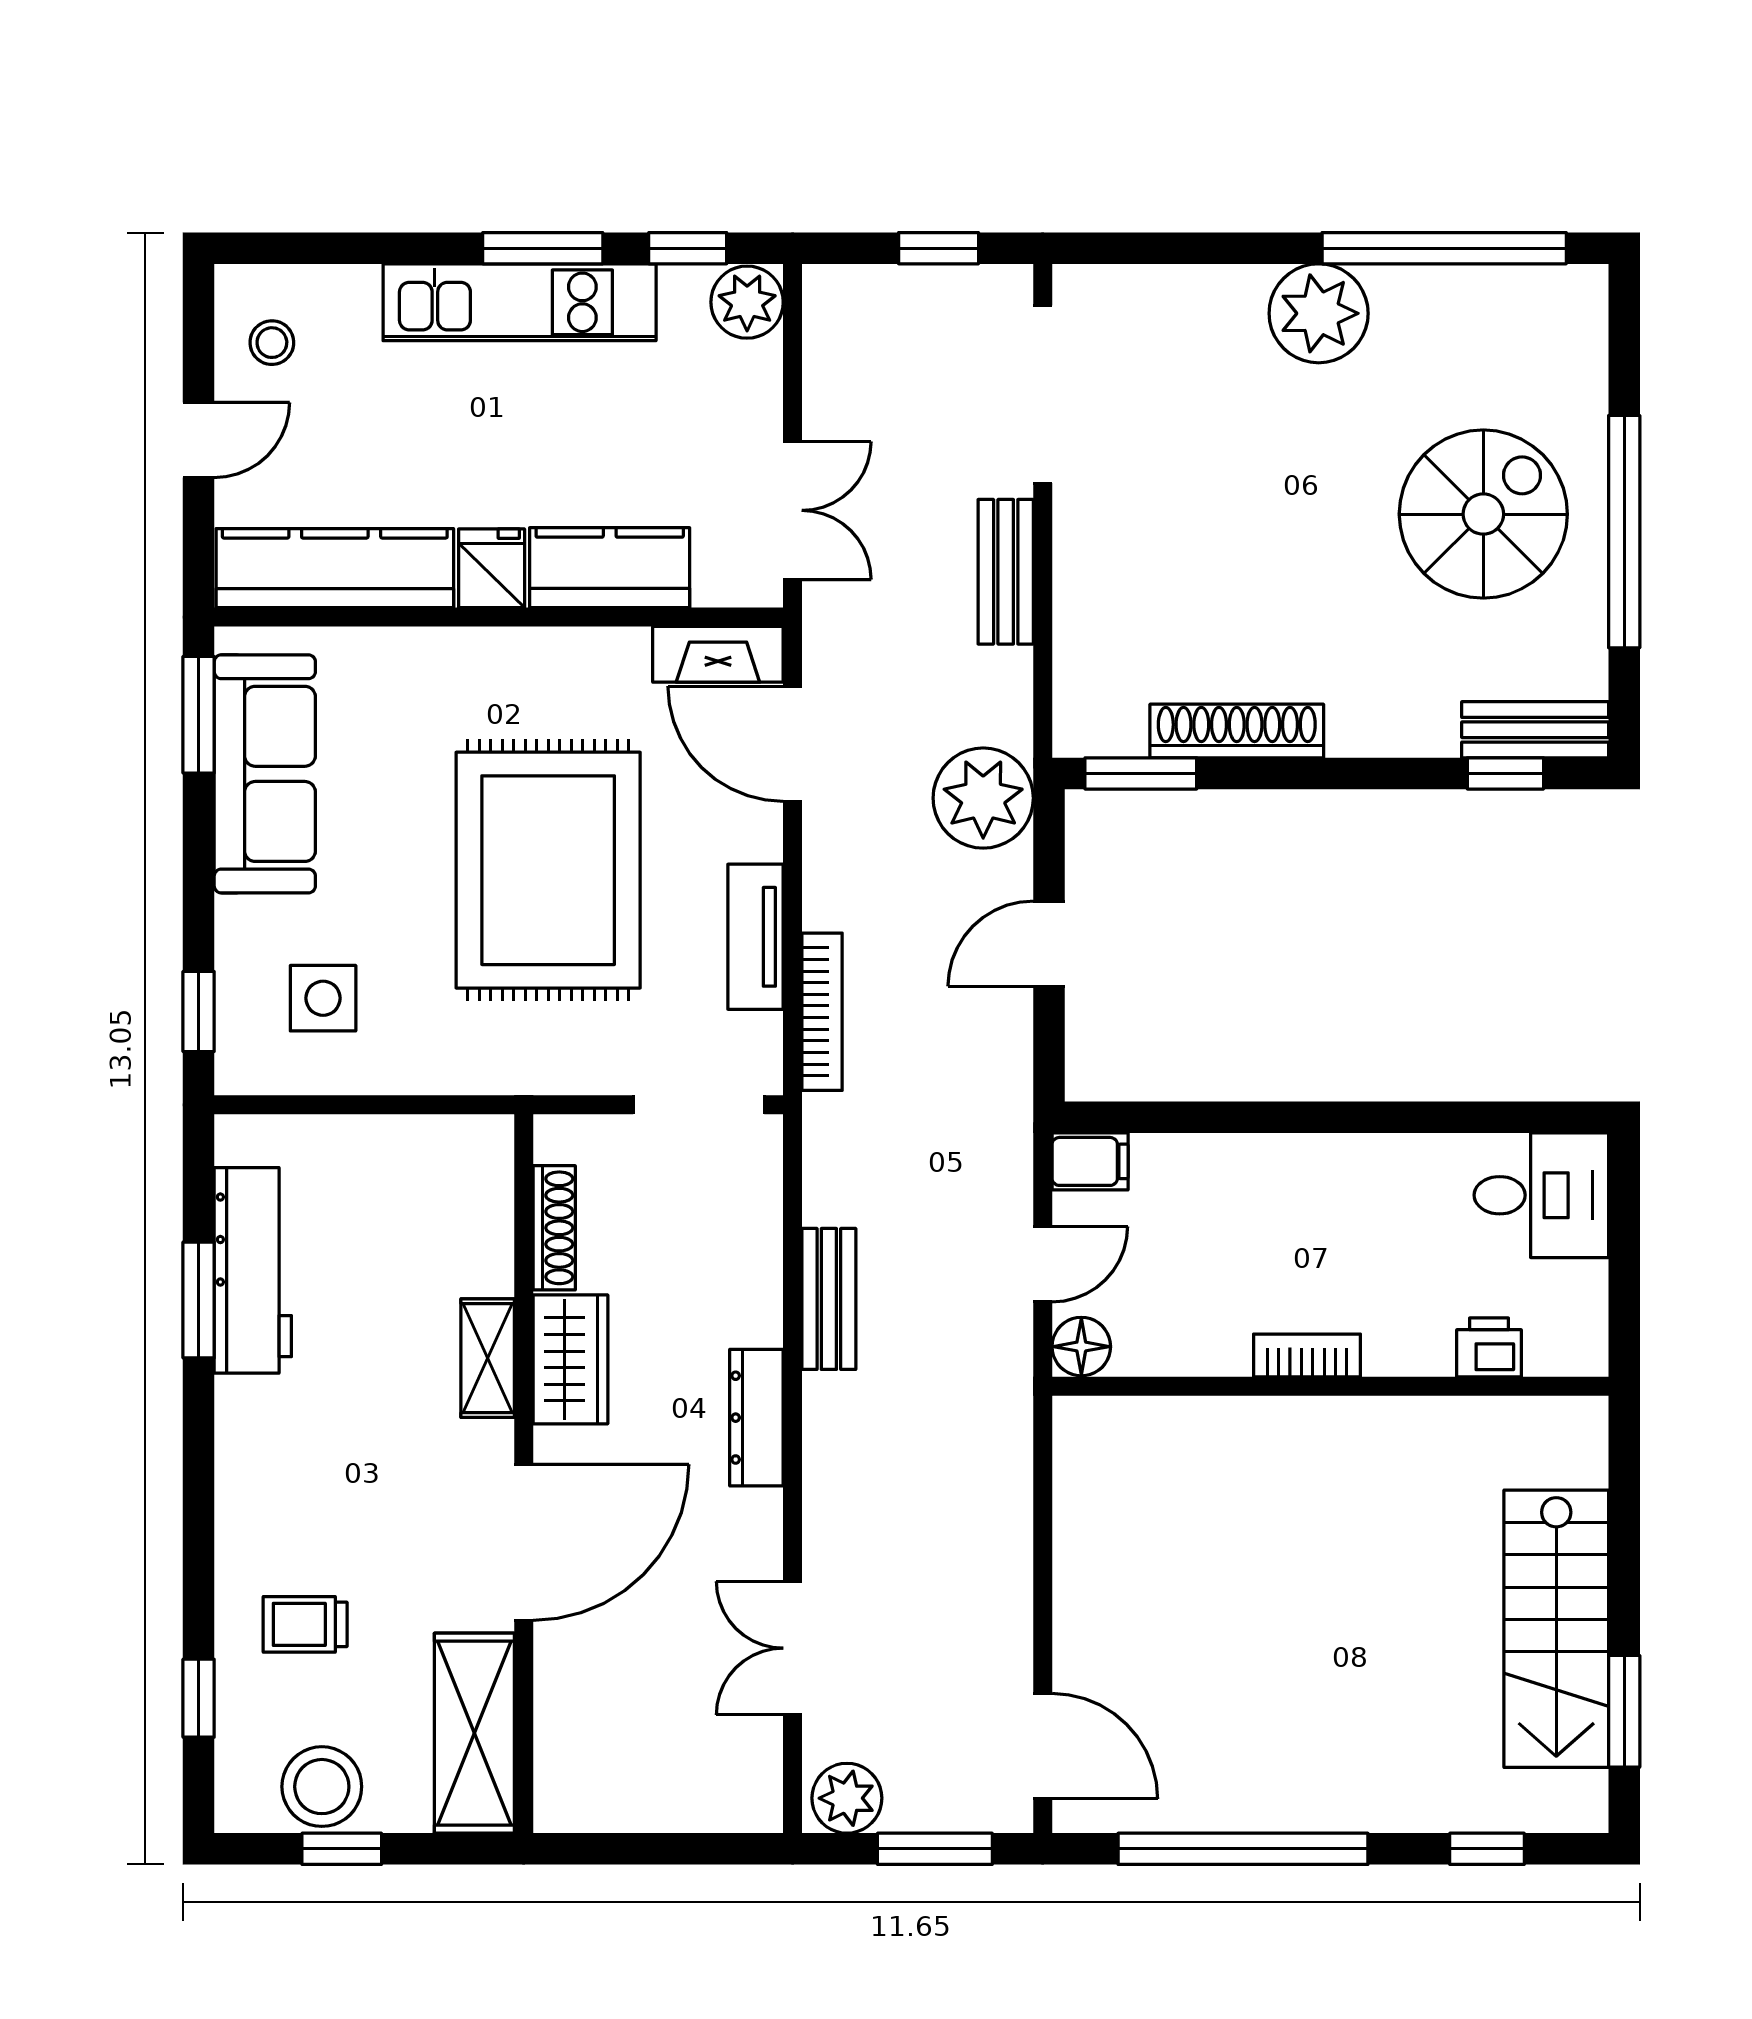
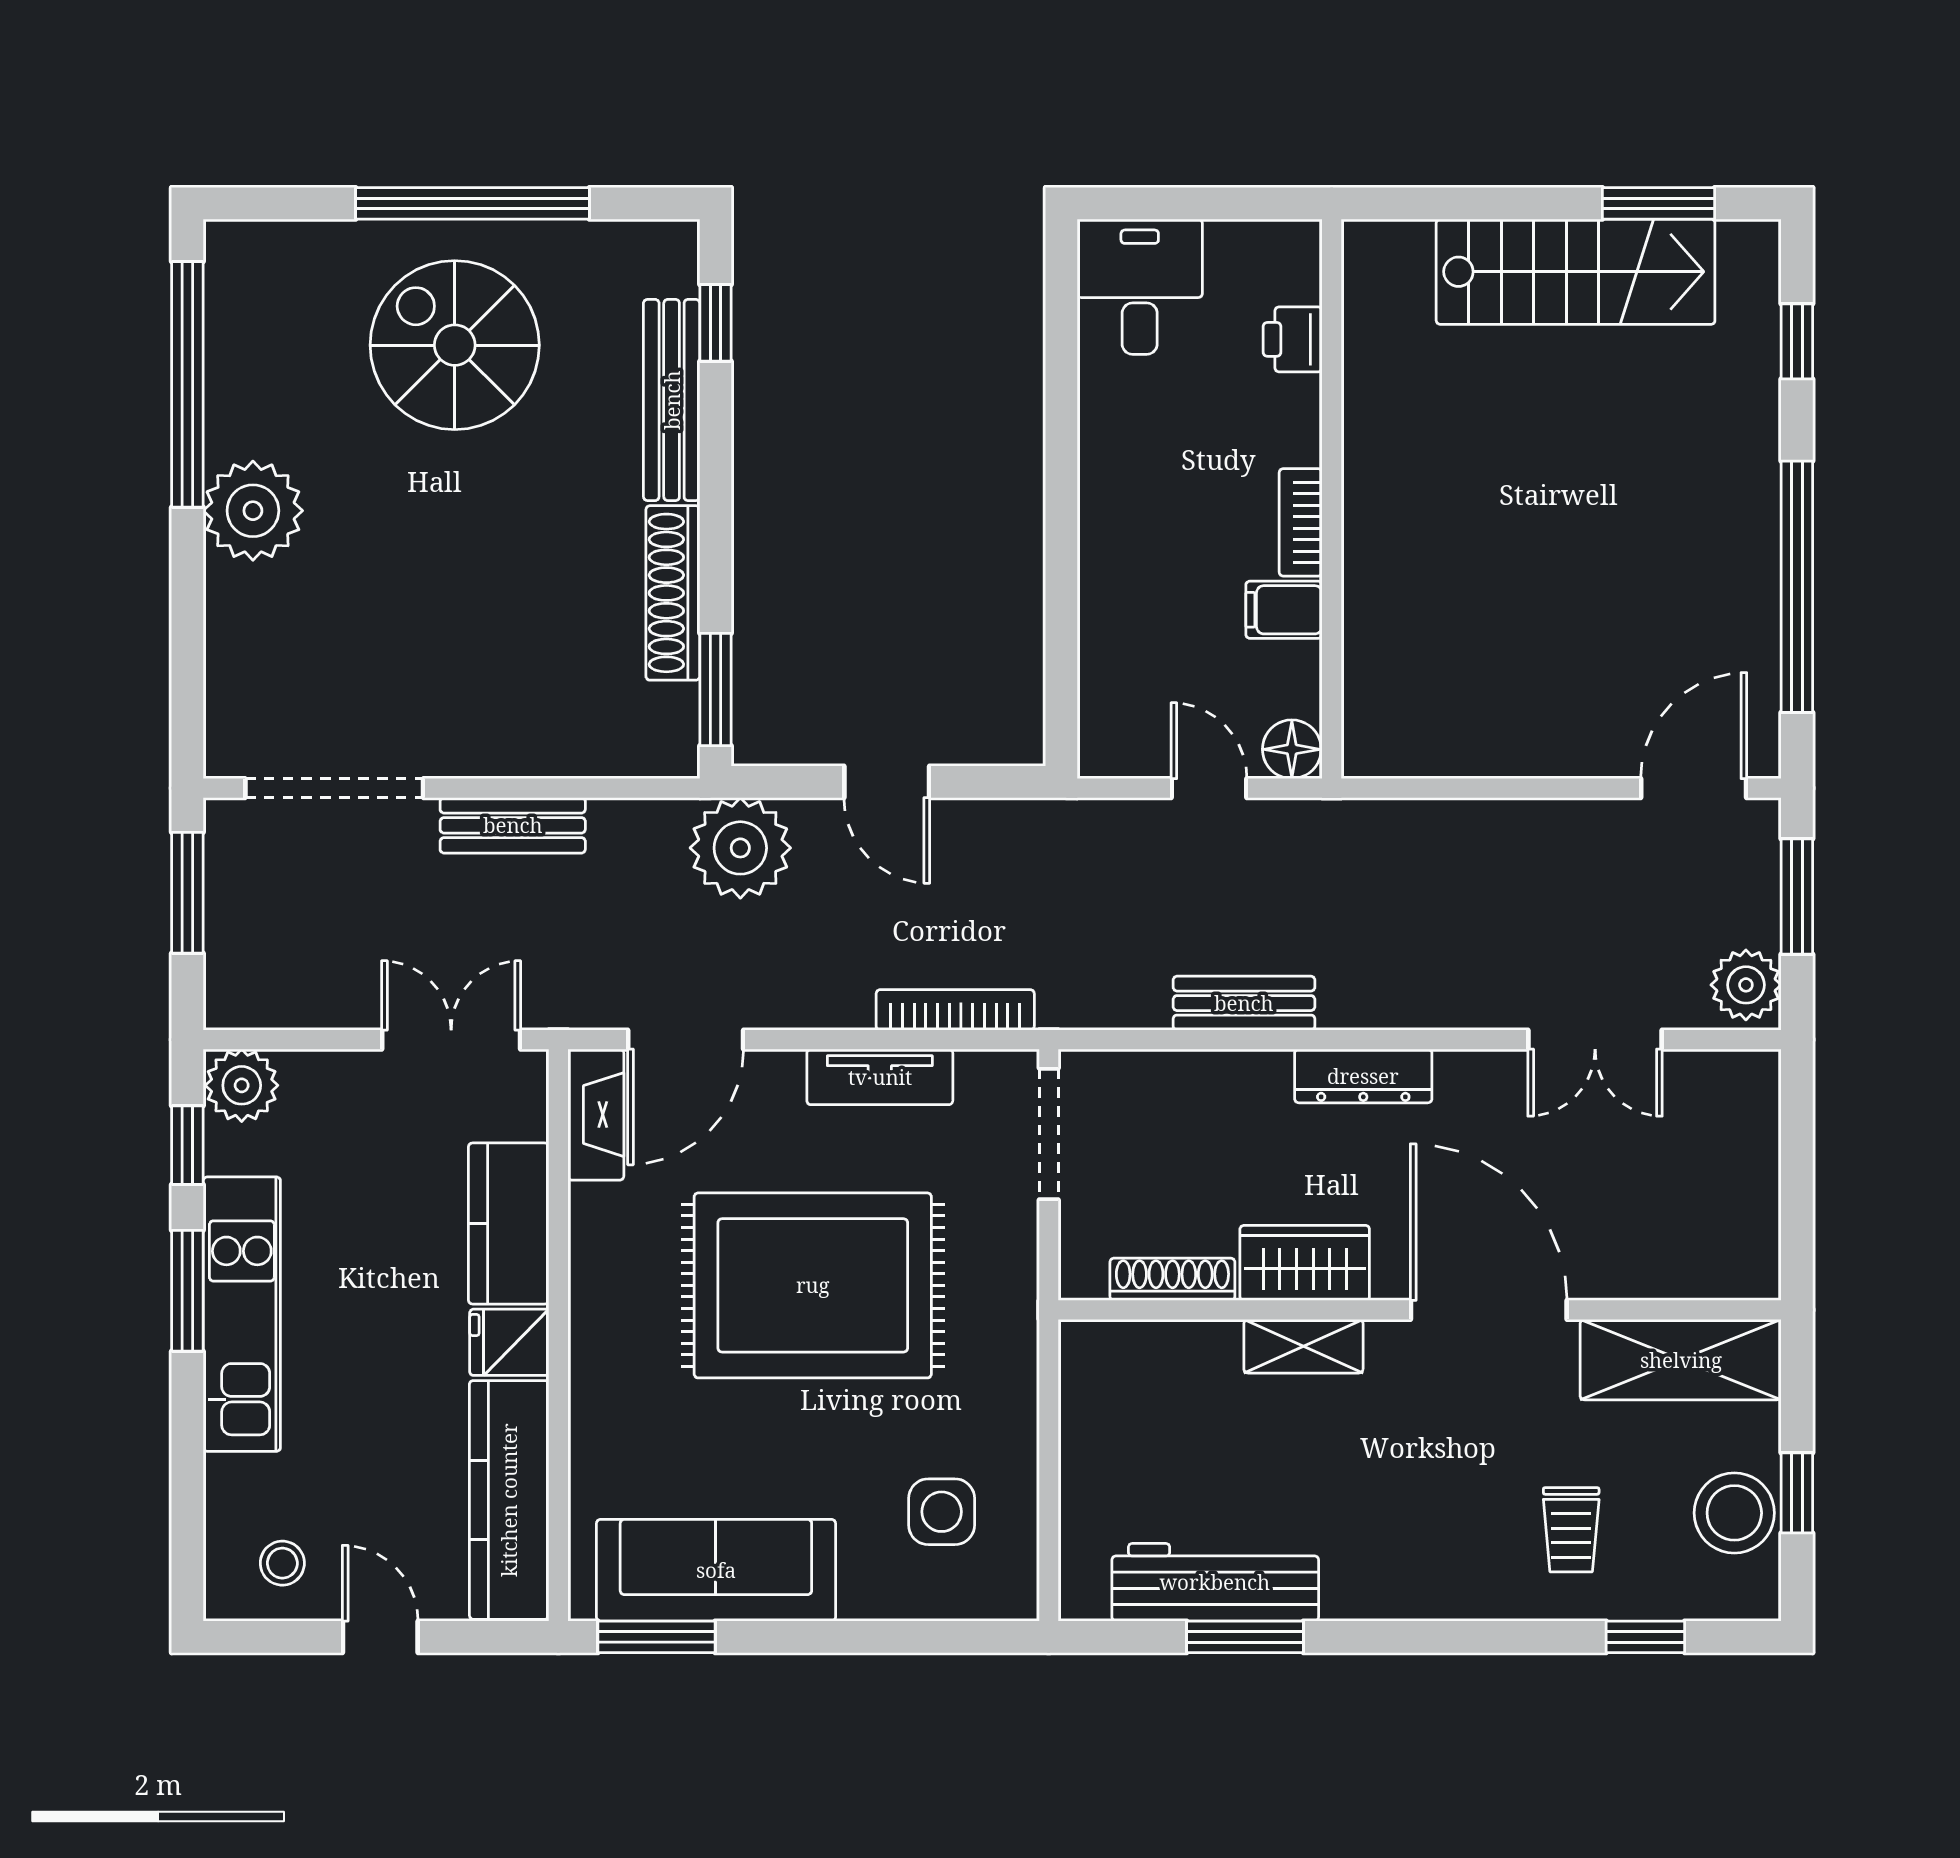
window: (939, 248) -> (187, 893), width x1.50
bench: (1535, 730) -> (672, 400), moved, width x1.36
window: (199, 1012) -> (955, 1637), removed
filing cabinet: (1090, 1161) -> (1284, 610), moved, turned -90

